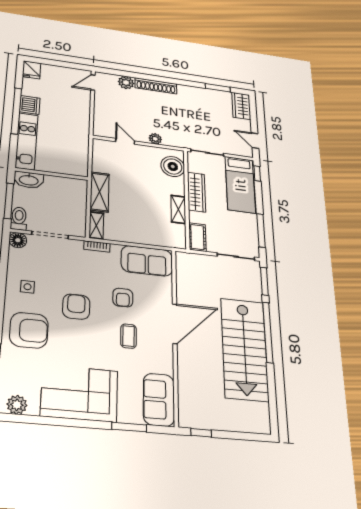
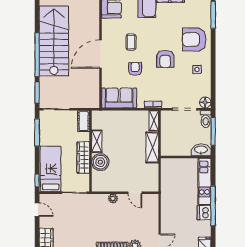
boiler: (173, 166) -> (100, 162), moved

